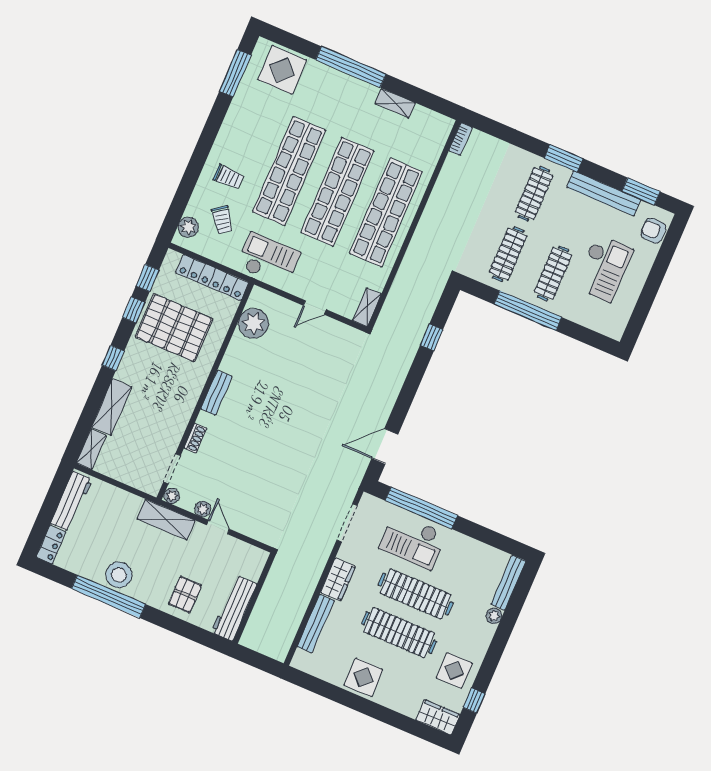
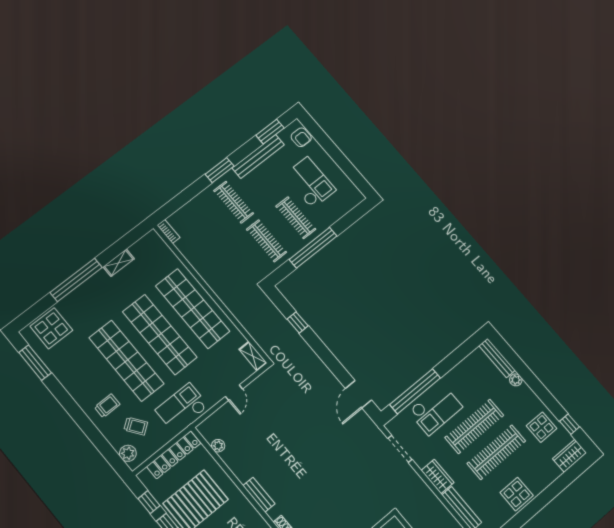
armchair: (653, 231) -> (301, 137), turned -92
plant: (253, 323) -> (218, 446), width x0.53, depth x0.53

